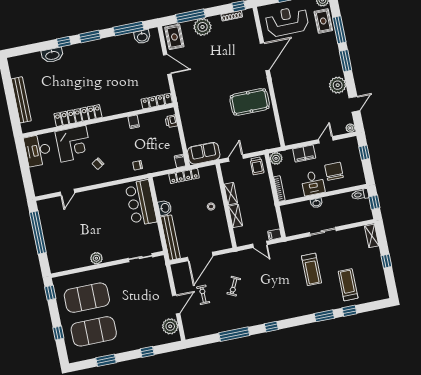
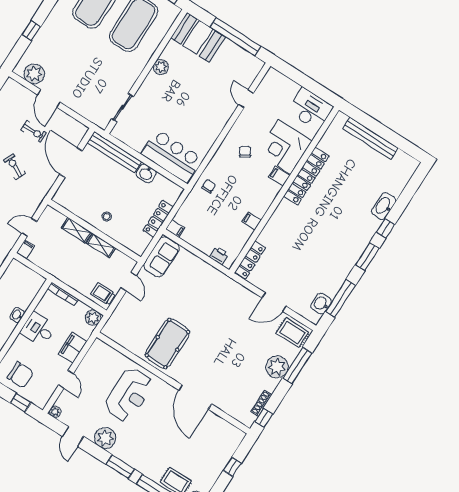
reception desk: (287, 21) -> (129, 395), moved
filing cabinet: (93, 131) -> (279, 176), added
chair: (334, 171) -> (20, 375), moved
booth: (59, 254) -> (198, 37), added

